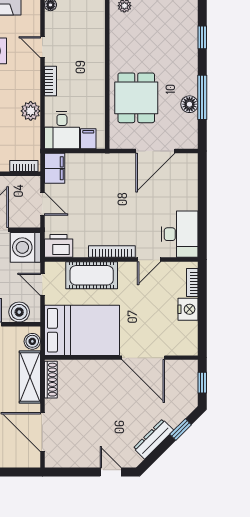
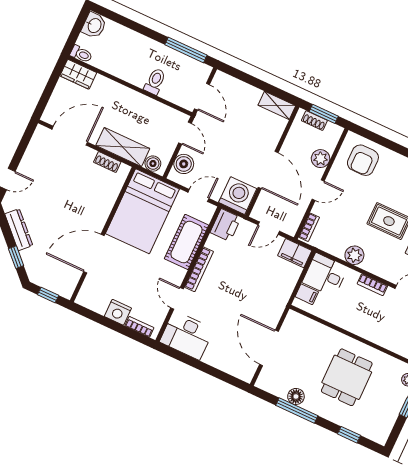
dining table: (136, 98) -> (347, 377), moved, turned 90
shoe rack: (51, 380) -> (107, 162), width x0.70

